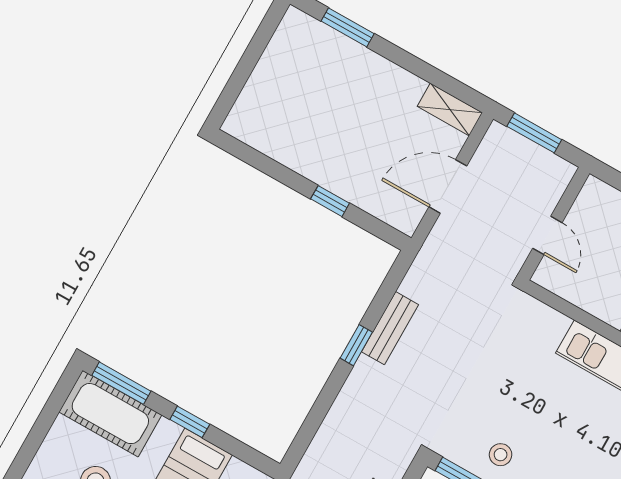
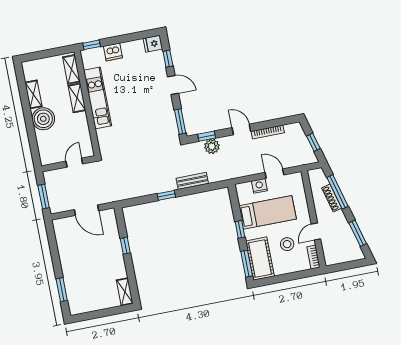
shelving: (450, 110) -> (125, 292), moved
bench: (390, 328) -> (192, 181), moved
stool: (501, 455) -> (162, 115), removed

